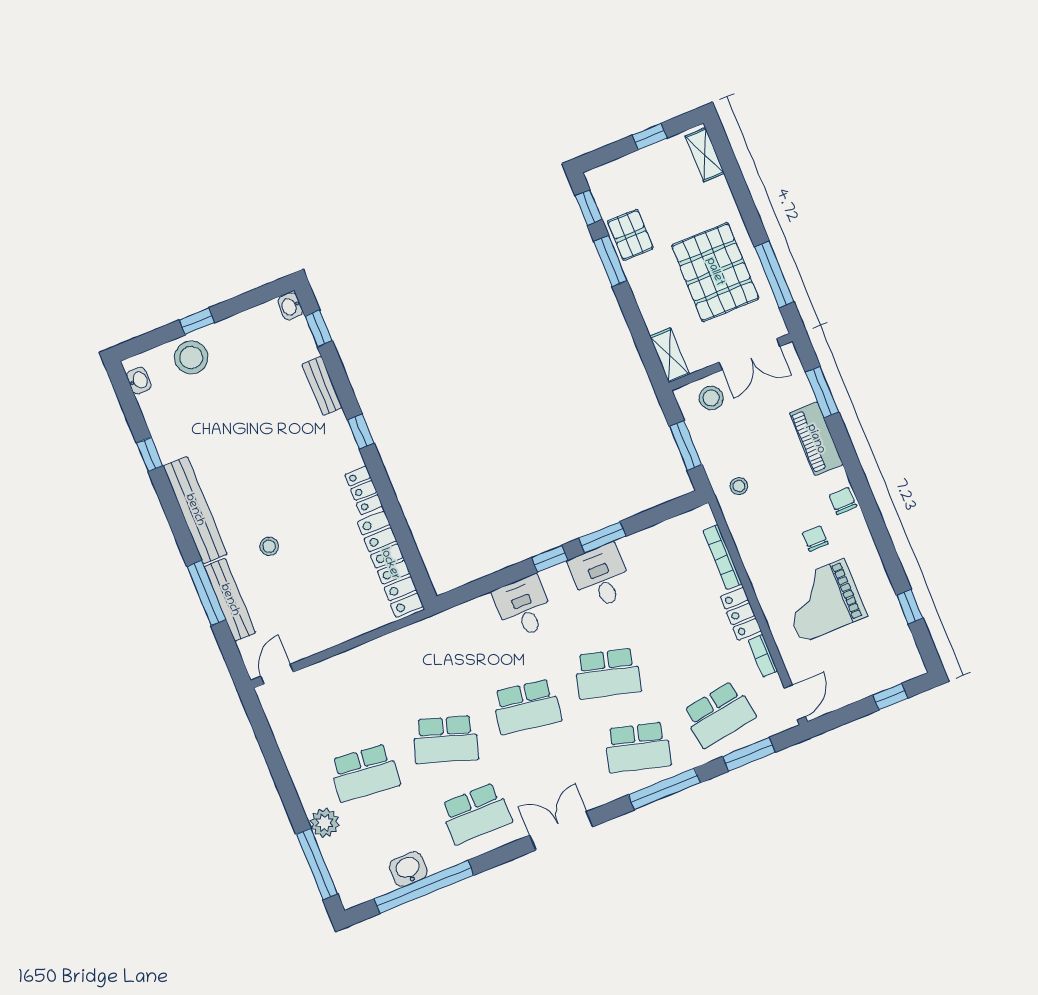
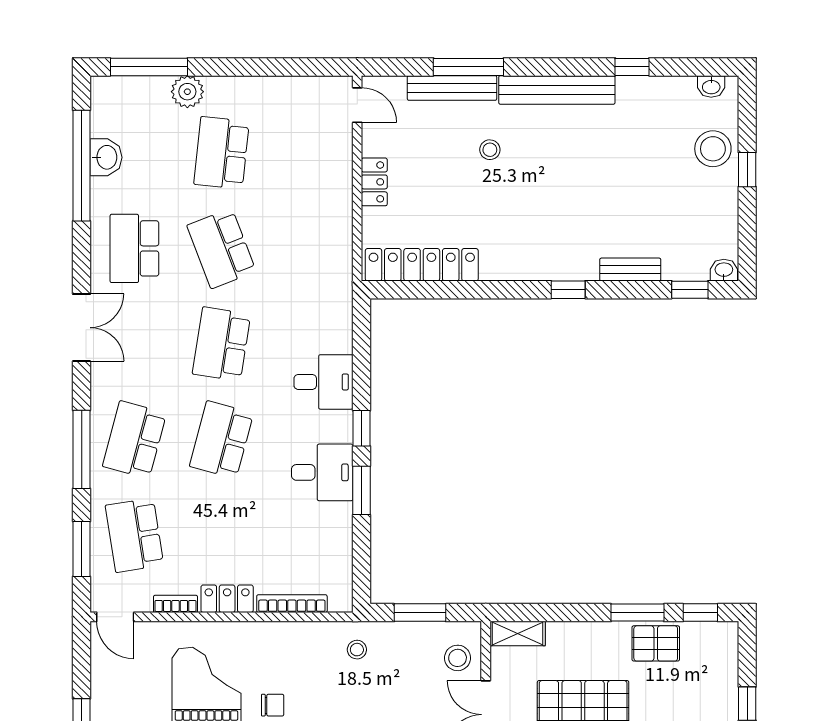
locker: (364, 490) -> (374, 182), moved, turned 90
school desk: (446, 740) -> (222, 248), turned -39

